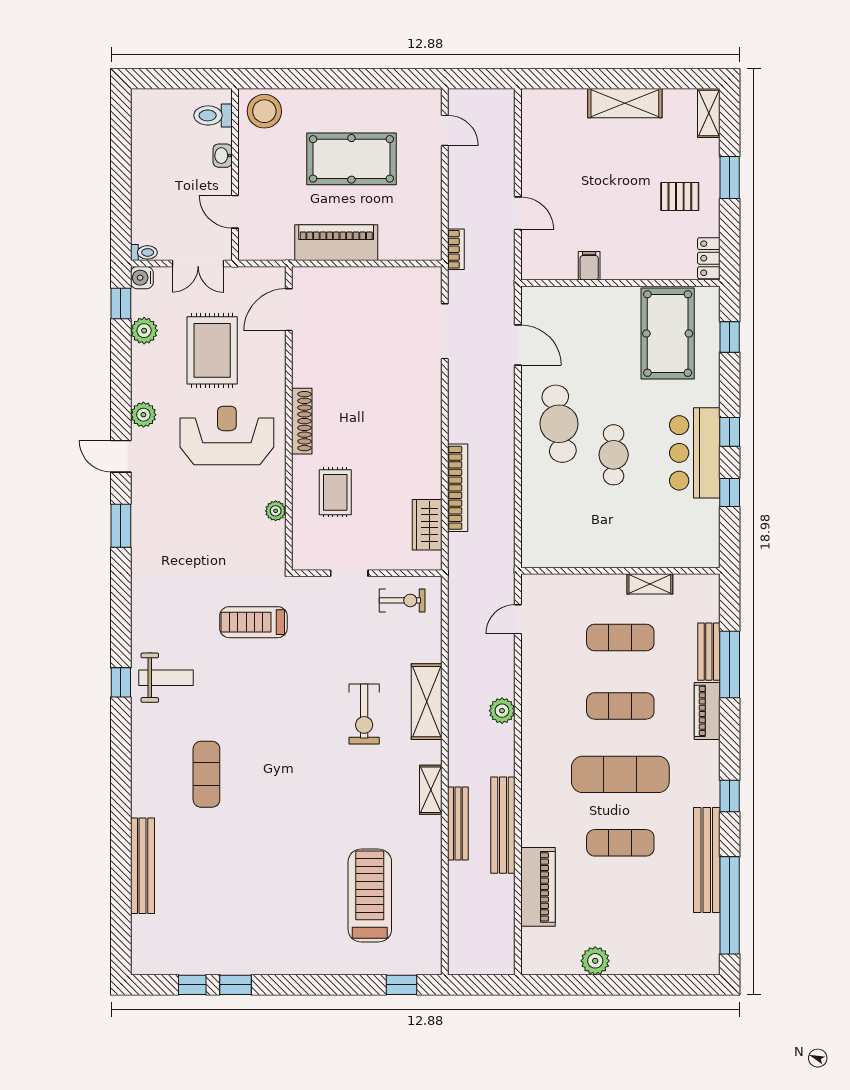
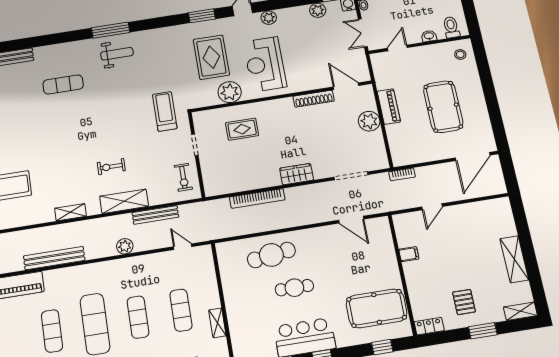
stool: (264, 111) -> (460, 54), width x0.53, depth x0.53
door: (445, 130) -> (473, 156), width x1.88
piano: (336, 243) -> (389, 107), width x0.73, depth x0.75
plant: (356, 284) -> (369, 121), added
door: (518, 345) -> (351, 220), hinge flipped
rug: (212, 350) -> (211, 57), moved, turned 90
shoe rack: (302, 421) -> (314, 99), moved
cafe table: (559, 424) -> (271, 255), moved
reception desk: (227, 435) -> (265, 64), turned 180
plant: (276, 511) -> (230, 92), width x1.87, depth x1.87
wardrobe: (427, 525) -> (297, 174), moved
treadmill: (253, 622) -> (165, 111), moved
weight bench: (166, 678) -> (117, 54), turned -90
window: (121, 682) -> (111, 30), width x2.17
exercise bike: (364, 714) -> (111, 167), width x0.73, depth x0.72
bench: (458, 823) -> (155, 215), moved

